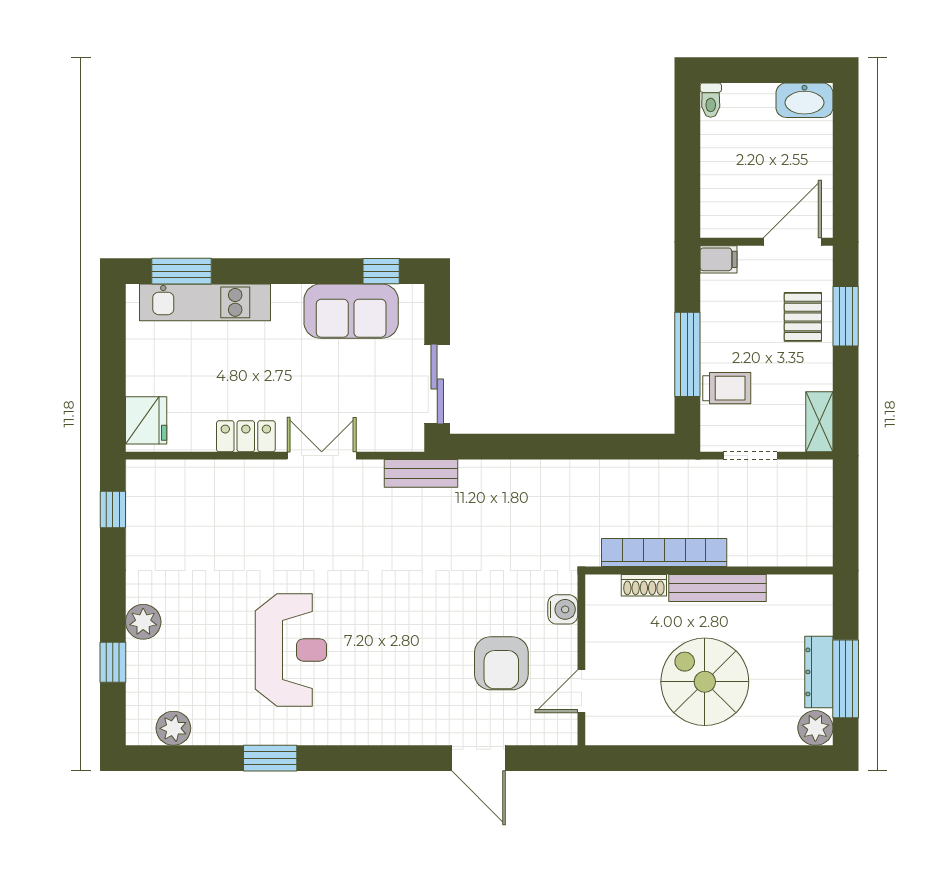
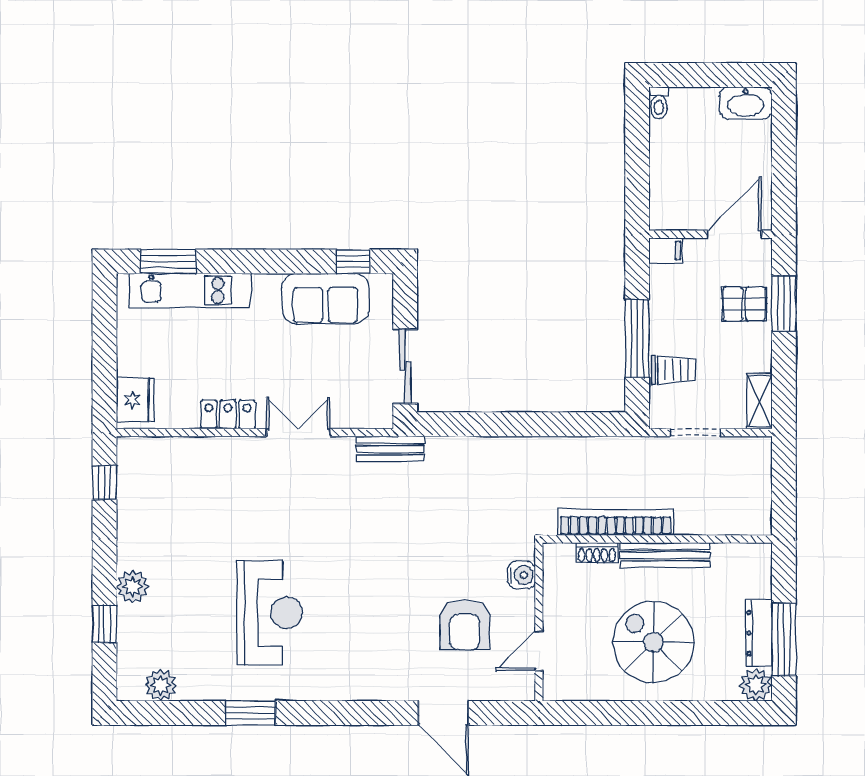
pallet: (803, 317) -> (744, 304), turned 90

